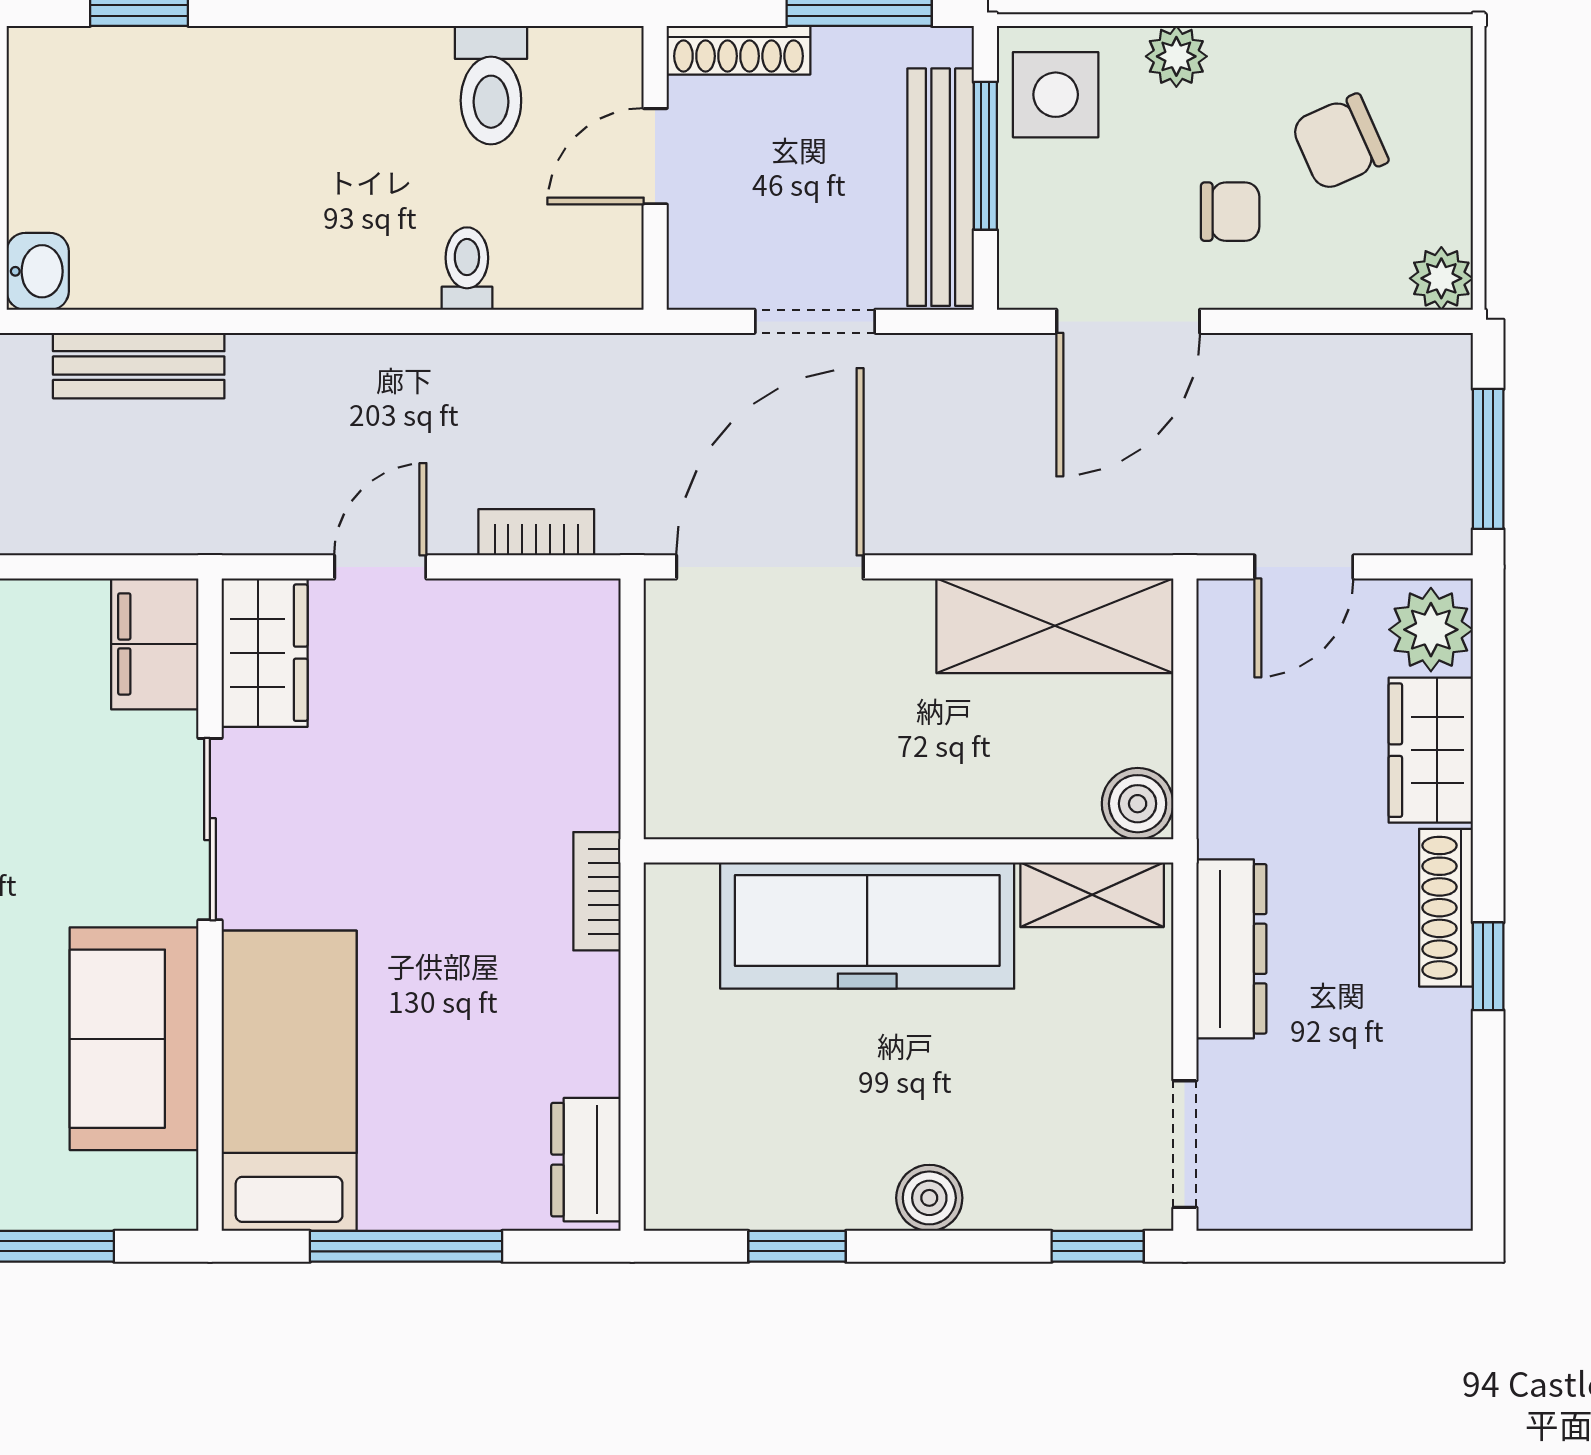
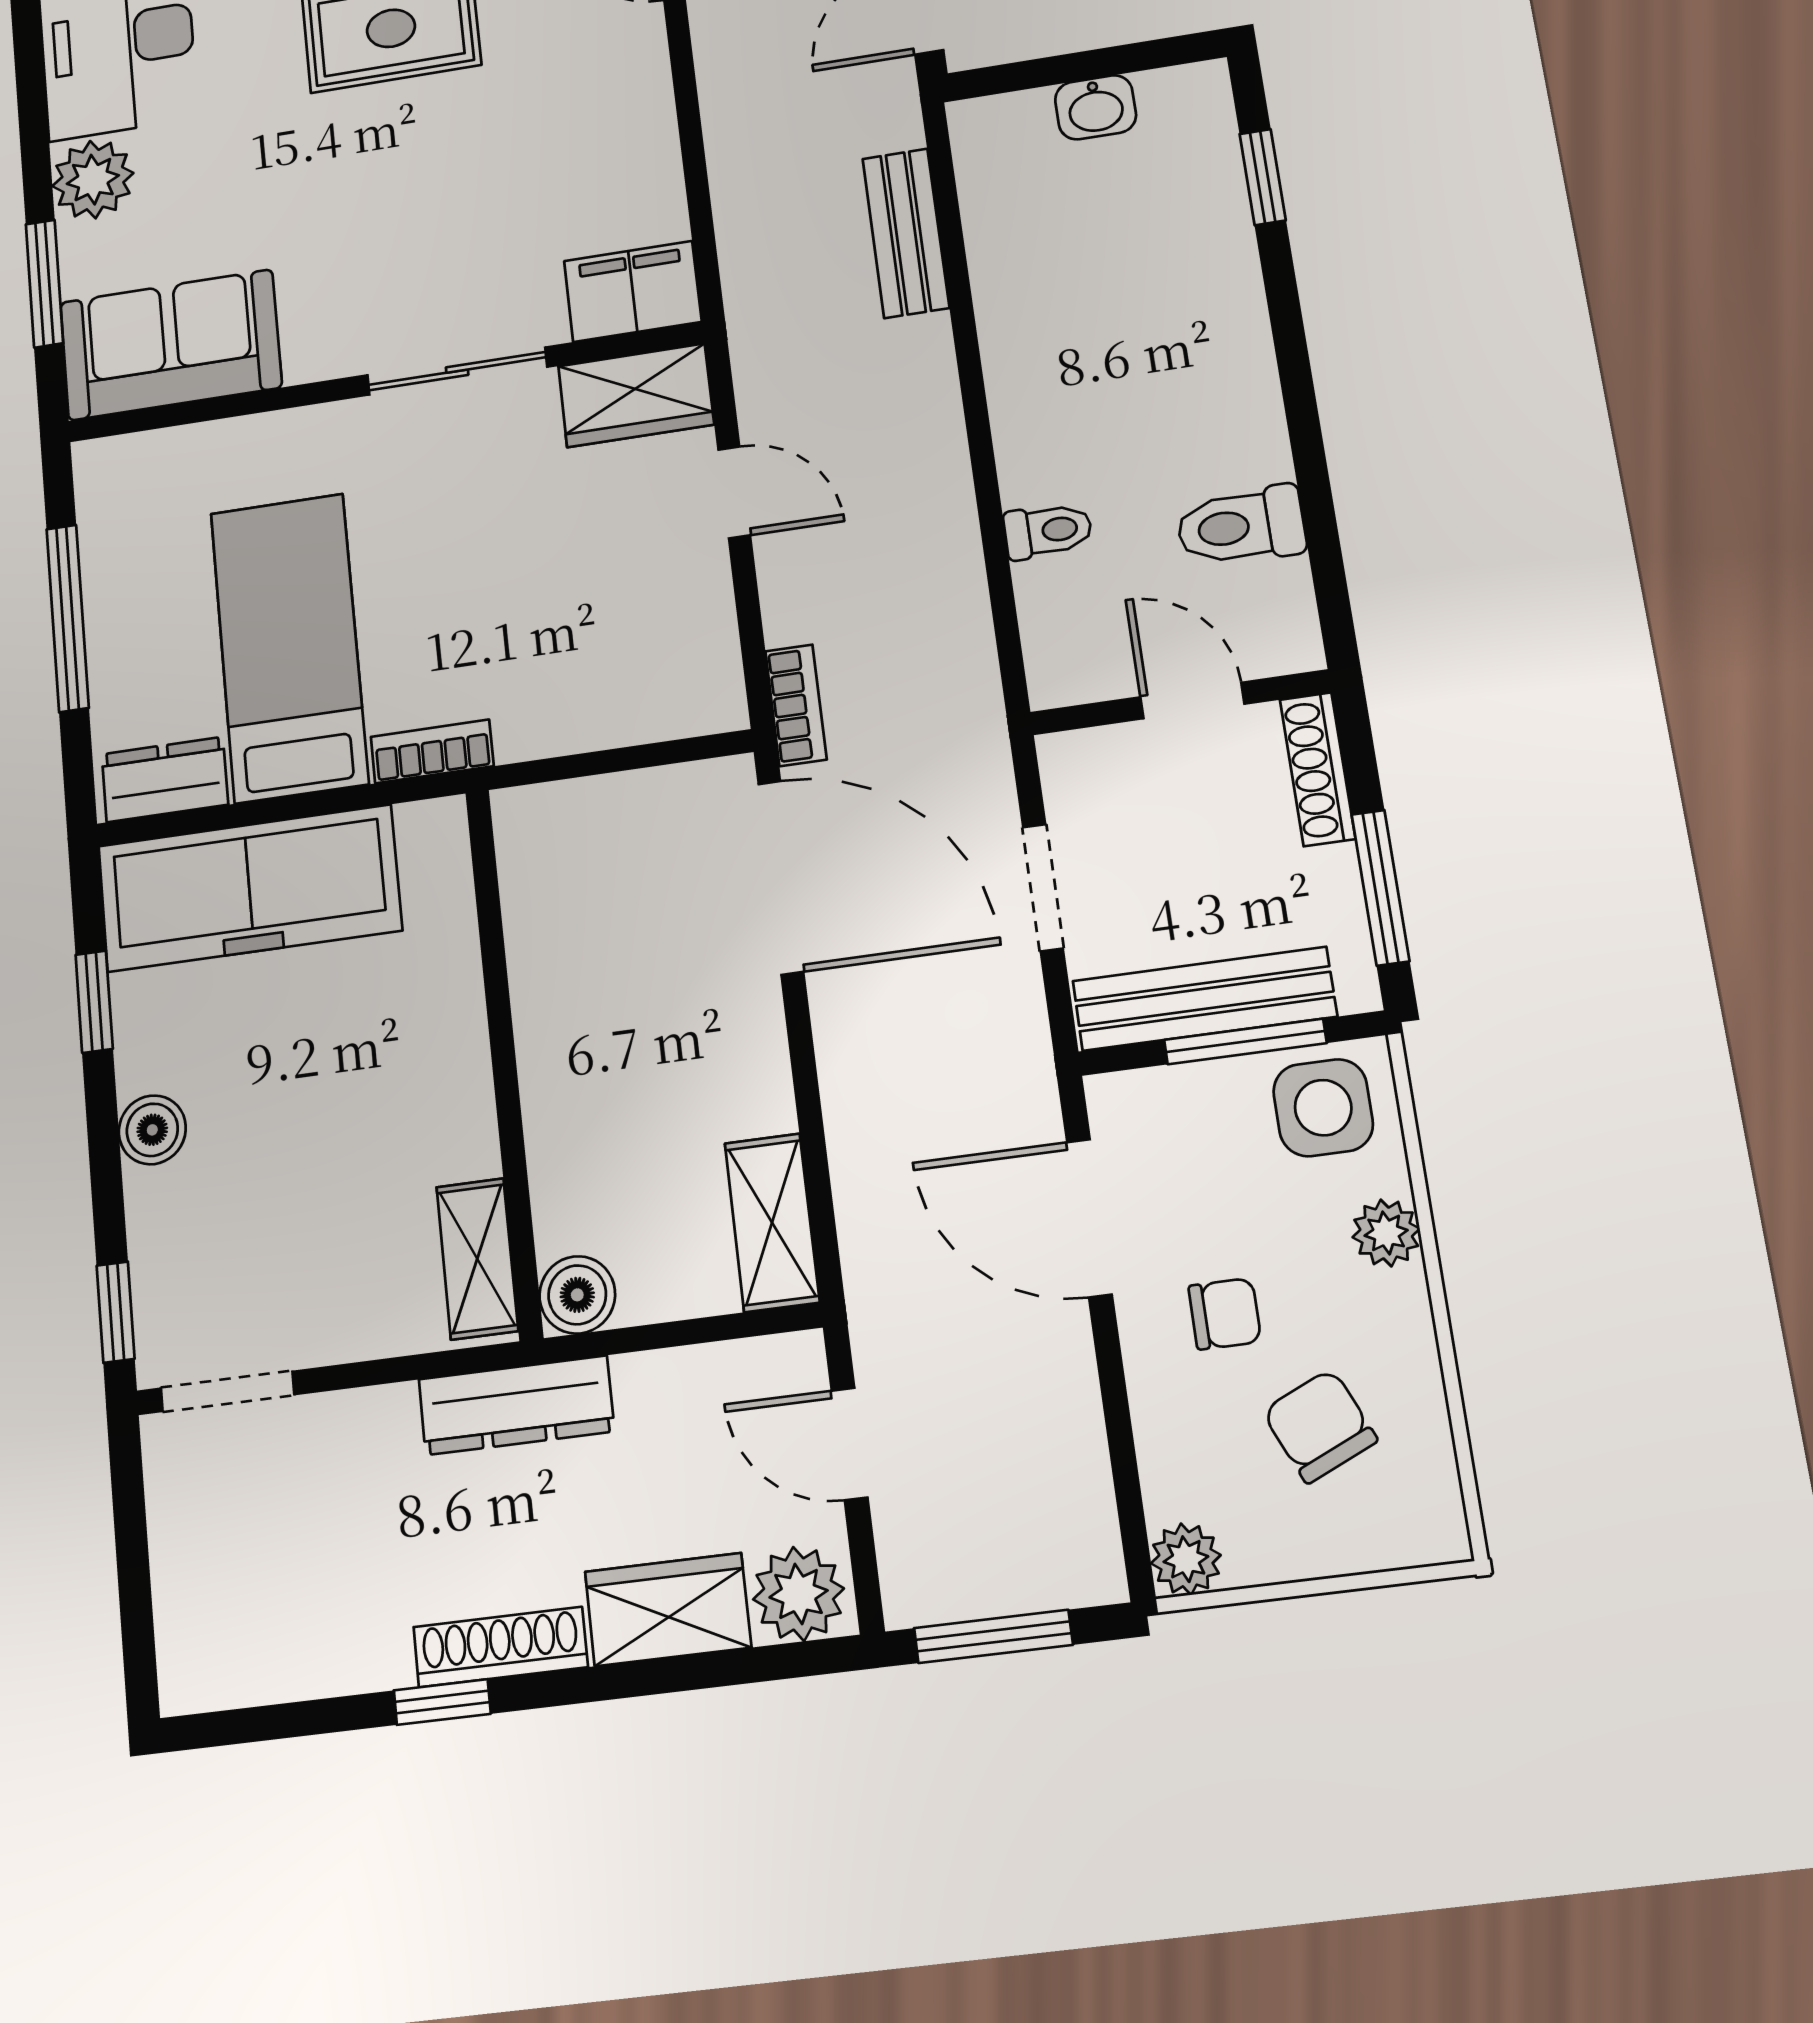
chair: (1230, 212) -> (1225, 1314), turned -90
washbasin: (38, 271) -> (1096, 107), moved
bookcase: (536, 532) -> (796, 705), moved
shelving: (1055, 626) -> (772, 1223), width x0.67, depth x0.75
freezer: (867, 926) -> (249, 888), moved, turned -90
dresser: (1231, 949) -> (516, 1405), moved
sofa: (134, 1039) -> (171, 345), moved
bed: (289, 1081) -> (289, 647), moved, turned -90

